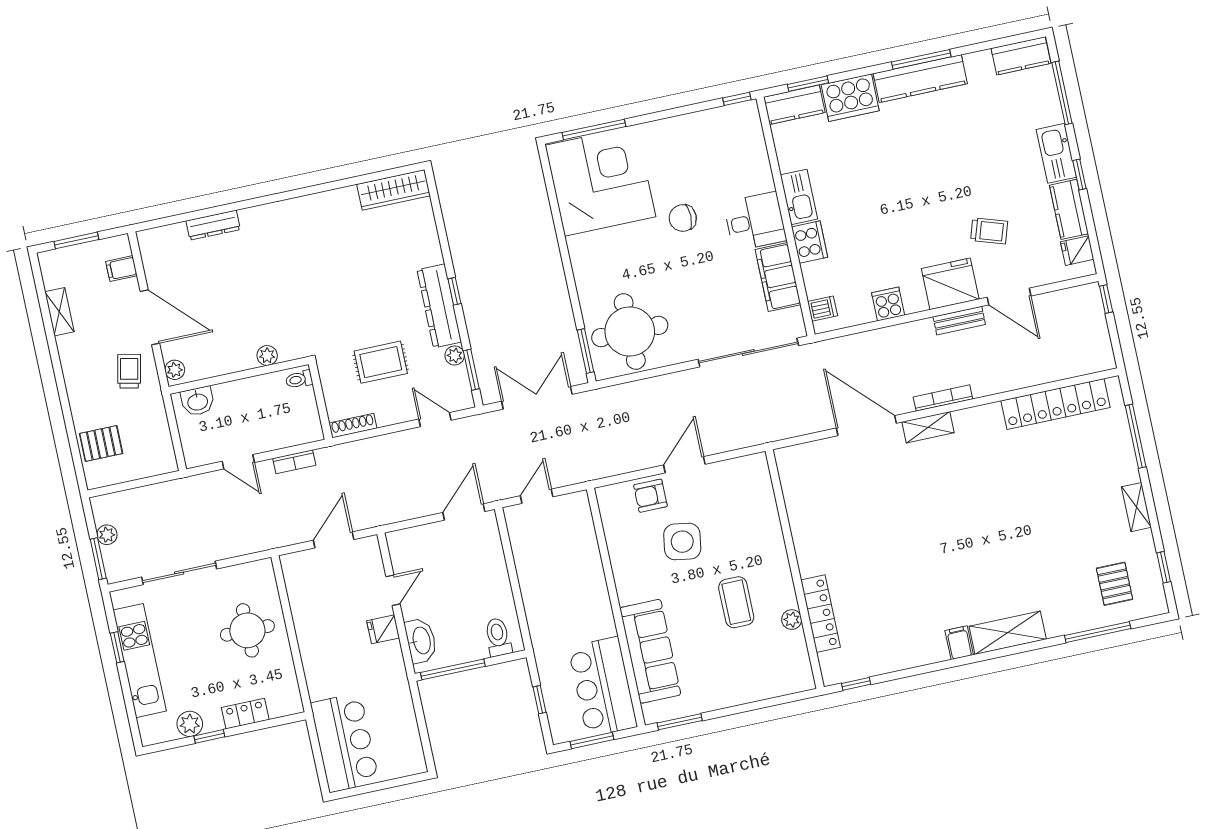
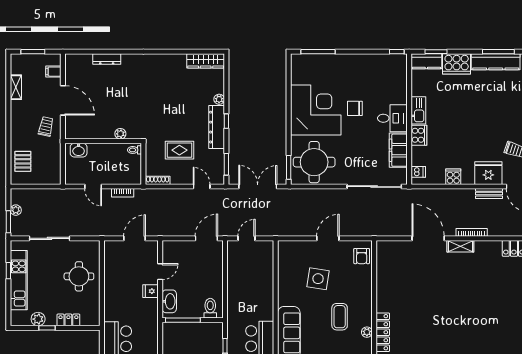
corner desk: (600, 181) -> (316, 110), moved
plant: (455, 355) -> (219, 99), moved
plant: (175, 370) -> (70, 131), removed
pallet: (101, 443) -> (23, 161), turned 90
armchair: (650, 496) -> (362, 256), moved, turned -90

